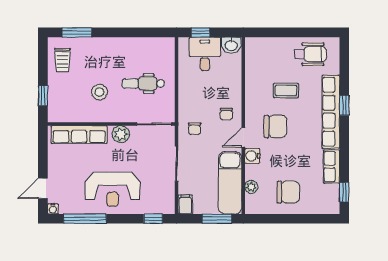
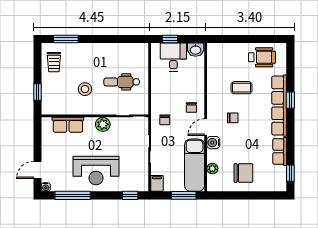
chair: (275, 126) -> (233, 118), width x0.54, depth x0.54
row of seats: (79, 135) -> (68, 125), width x0.68

